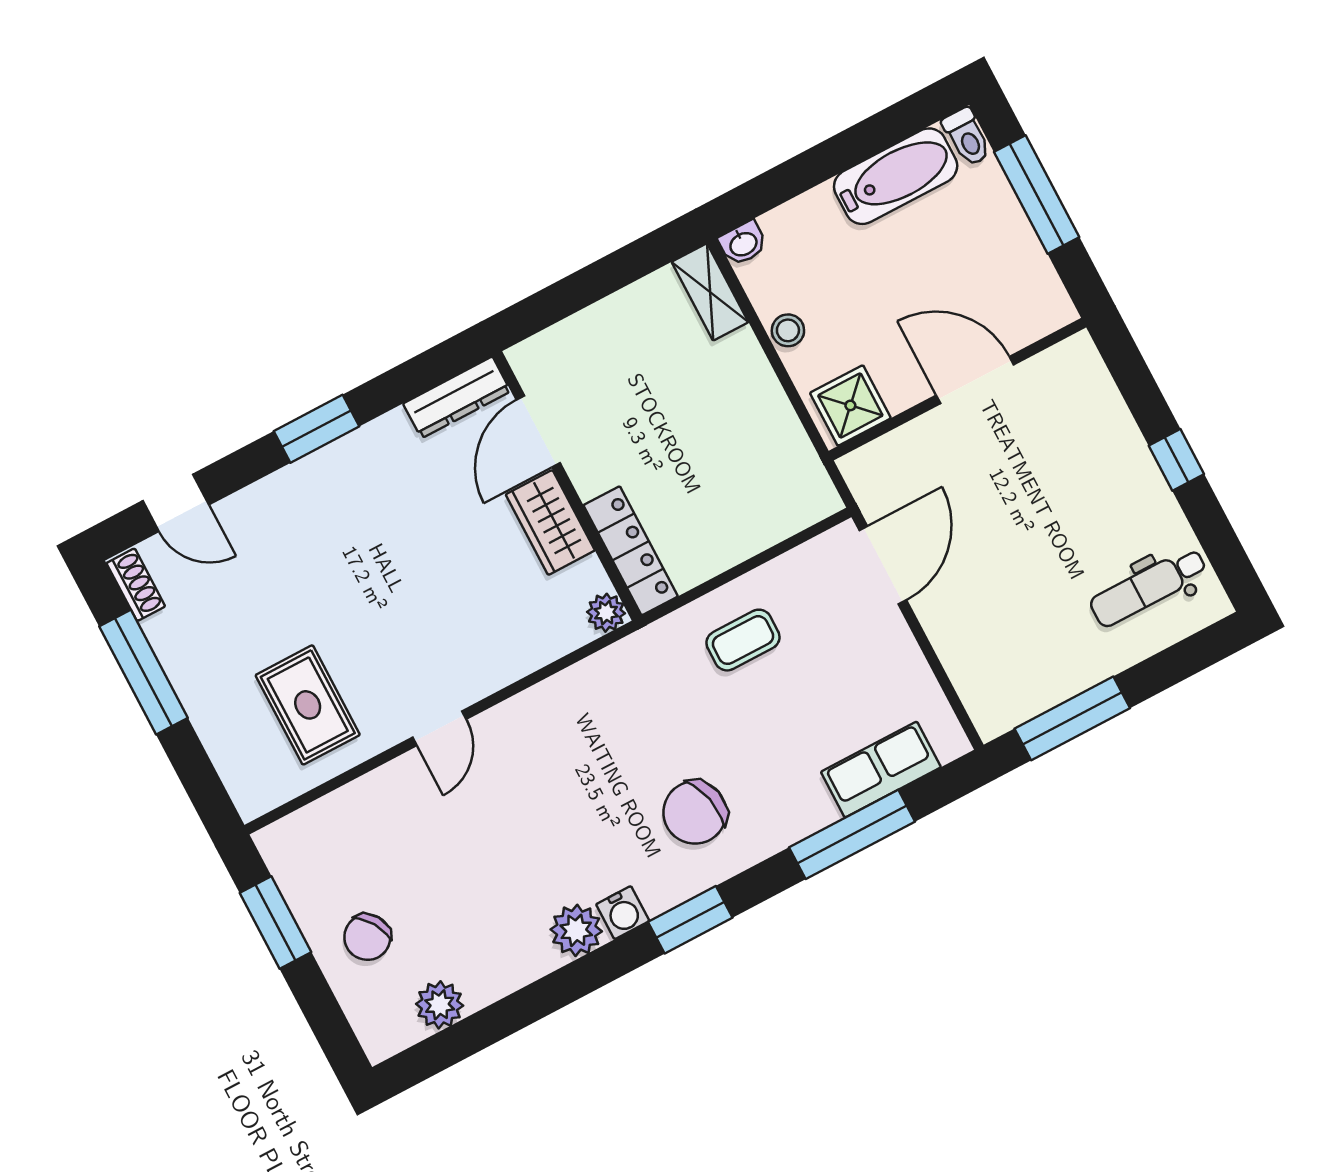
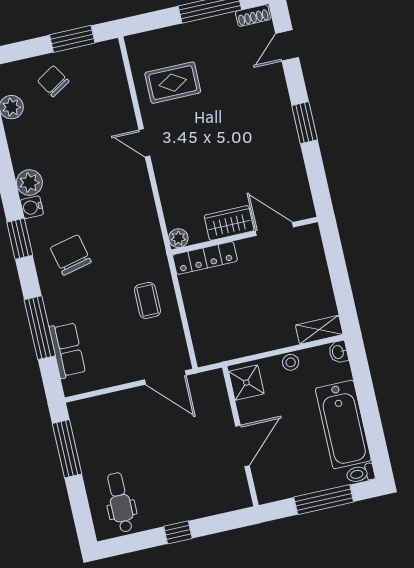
bathtub: (896, 176) -> (343, 424), width x1.36, depth x1.36
dresser: (457, 397) -> (301, 194), removed

